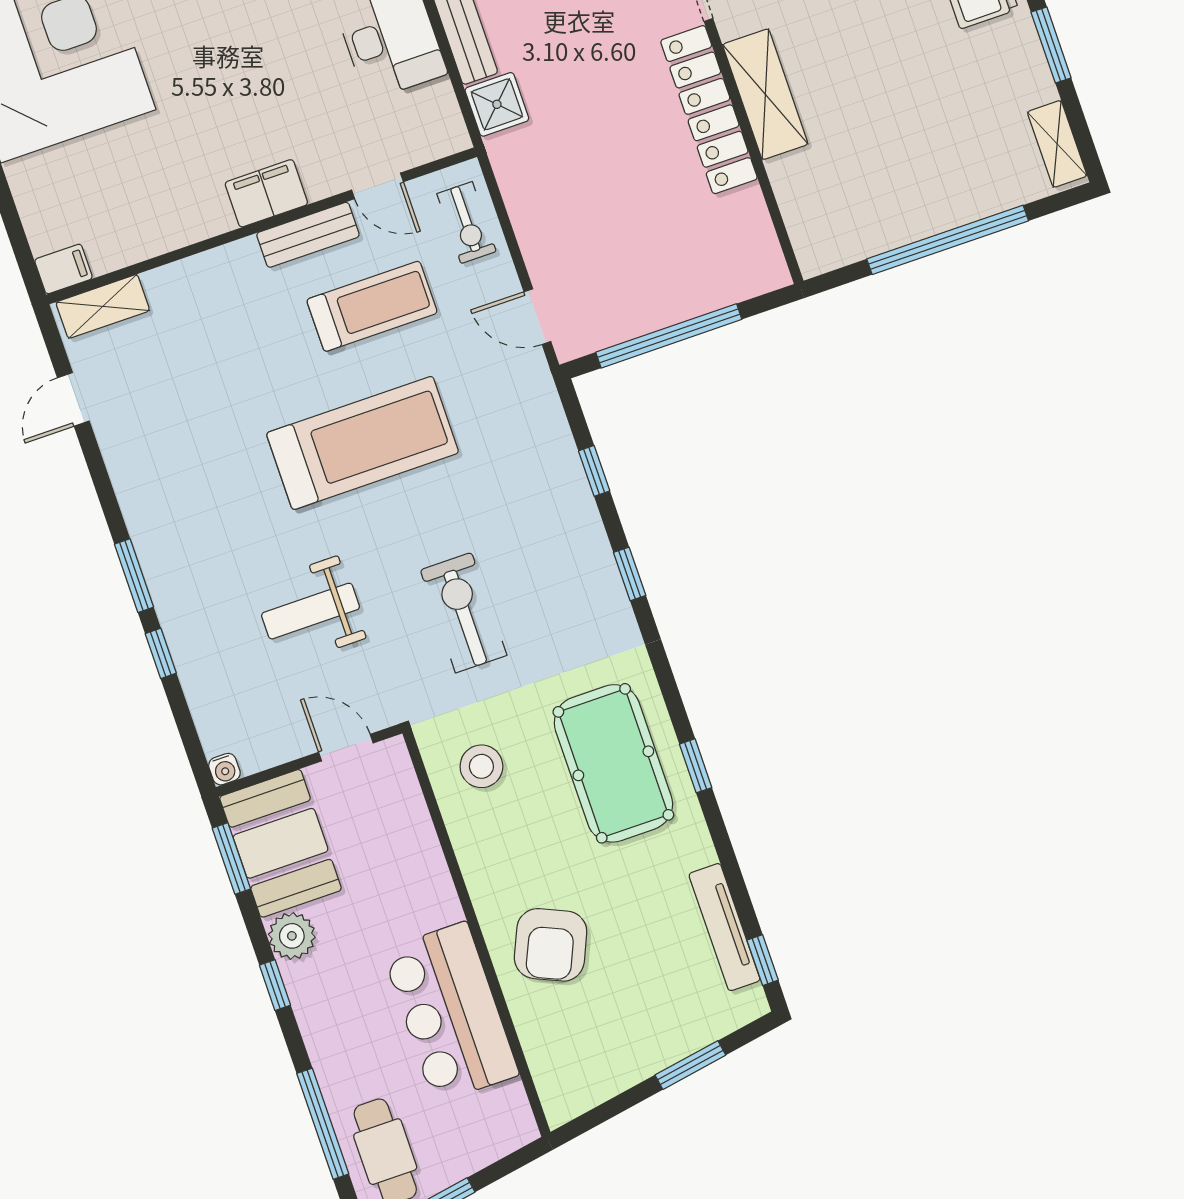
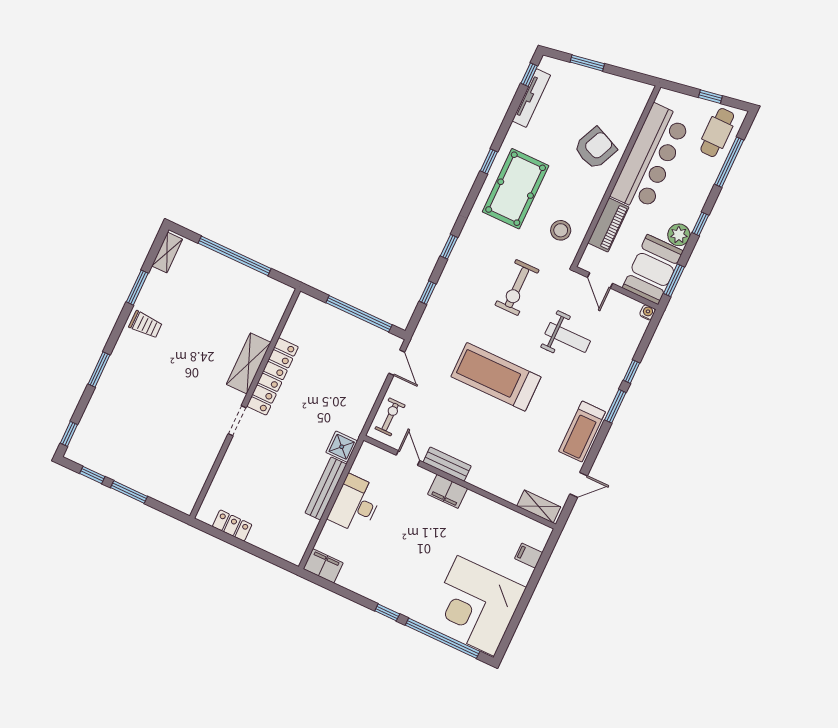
filing cabinet: (64, 269) -> (529, 556), moved
treadmill: (372, 306) -> (582, 432), moved, turned -90
piano: (416, 846) -> (608, 225), added
bar counter: (450, 1012) -> (651, 158), width x1.36

